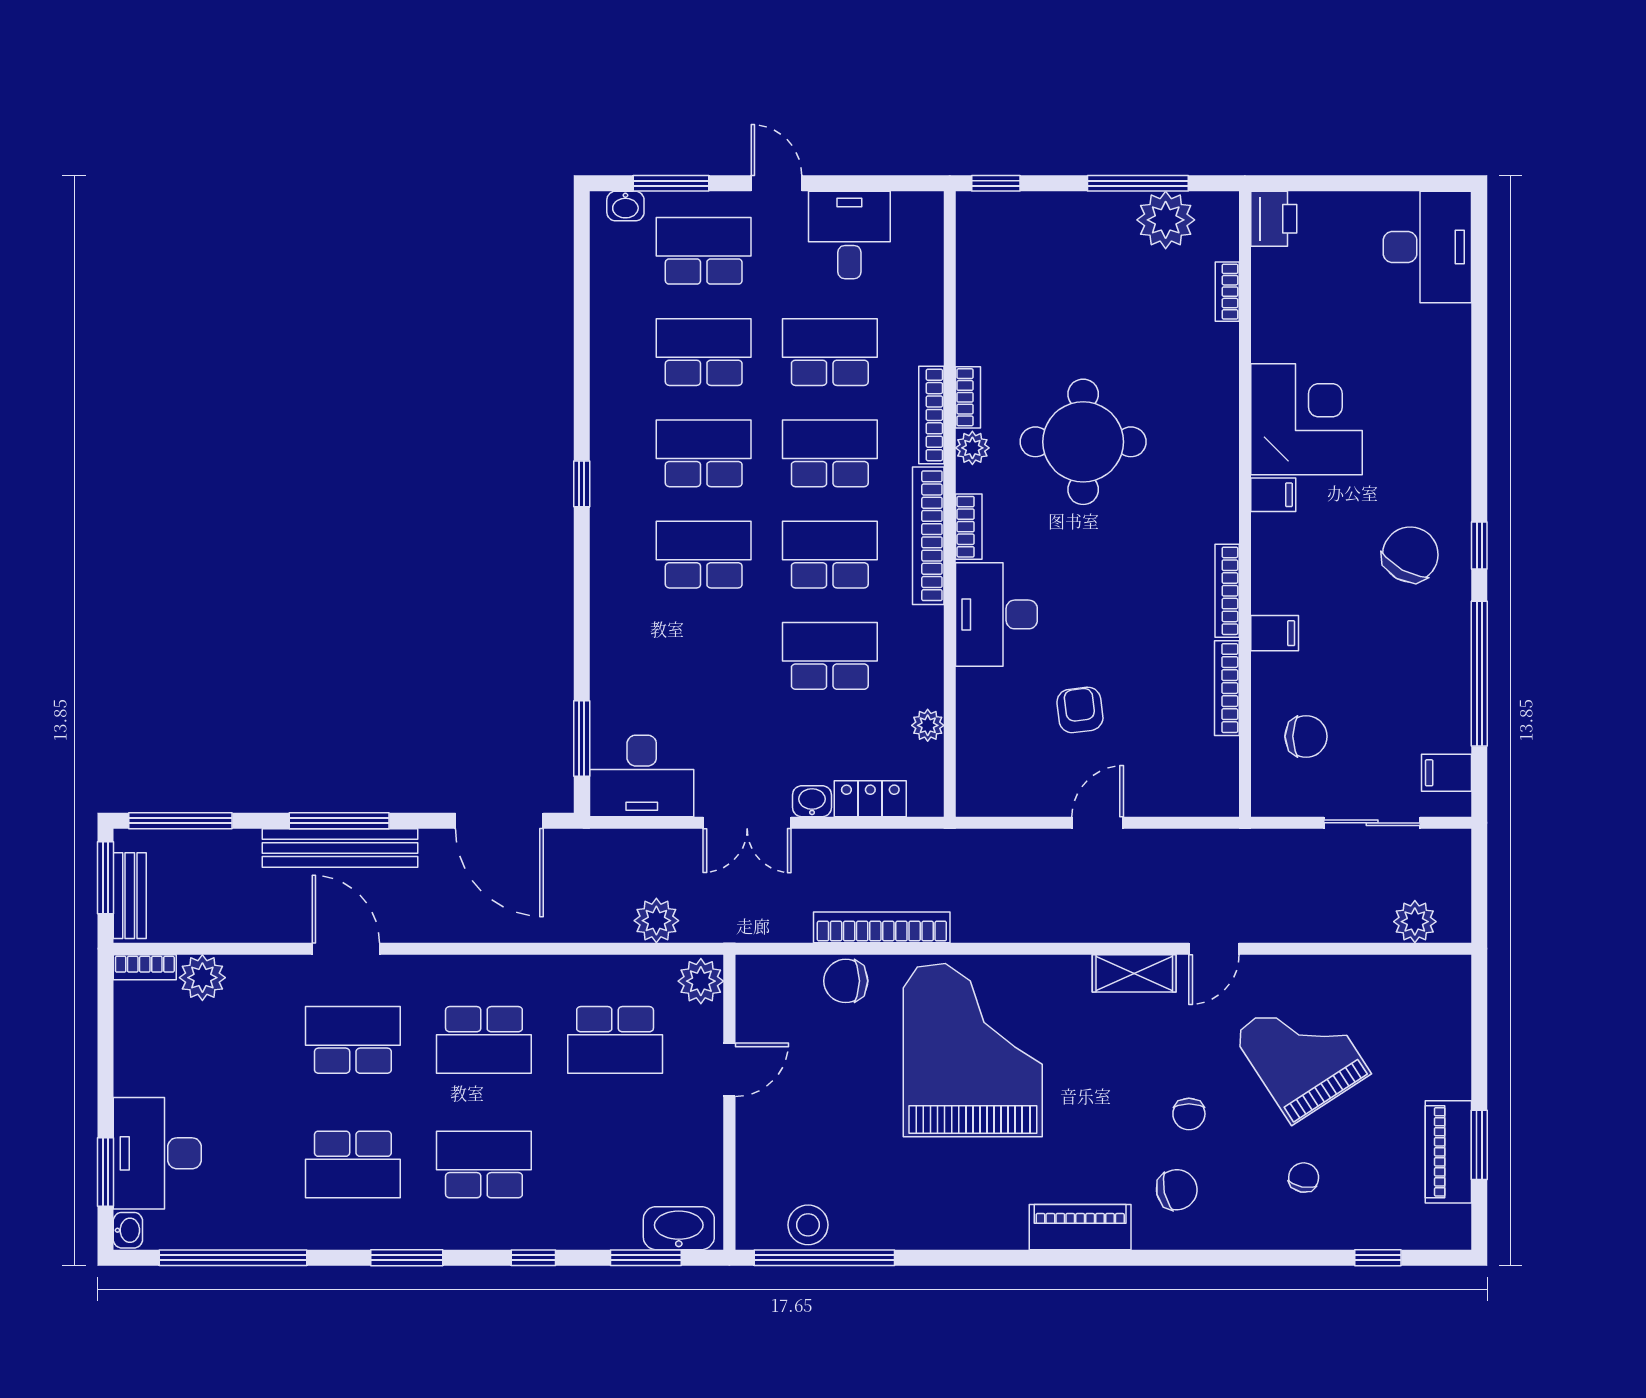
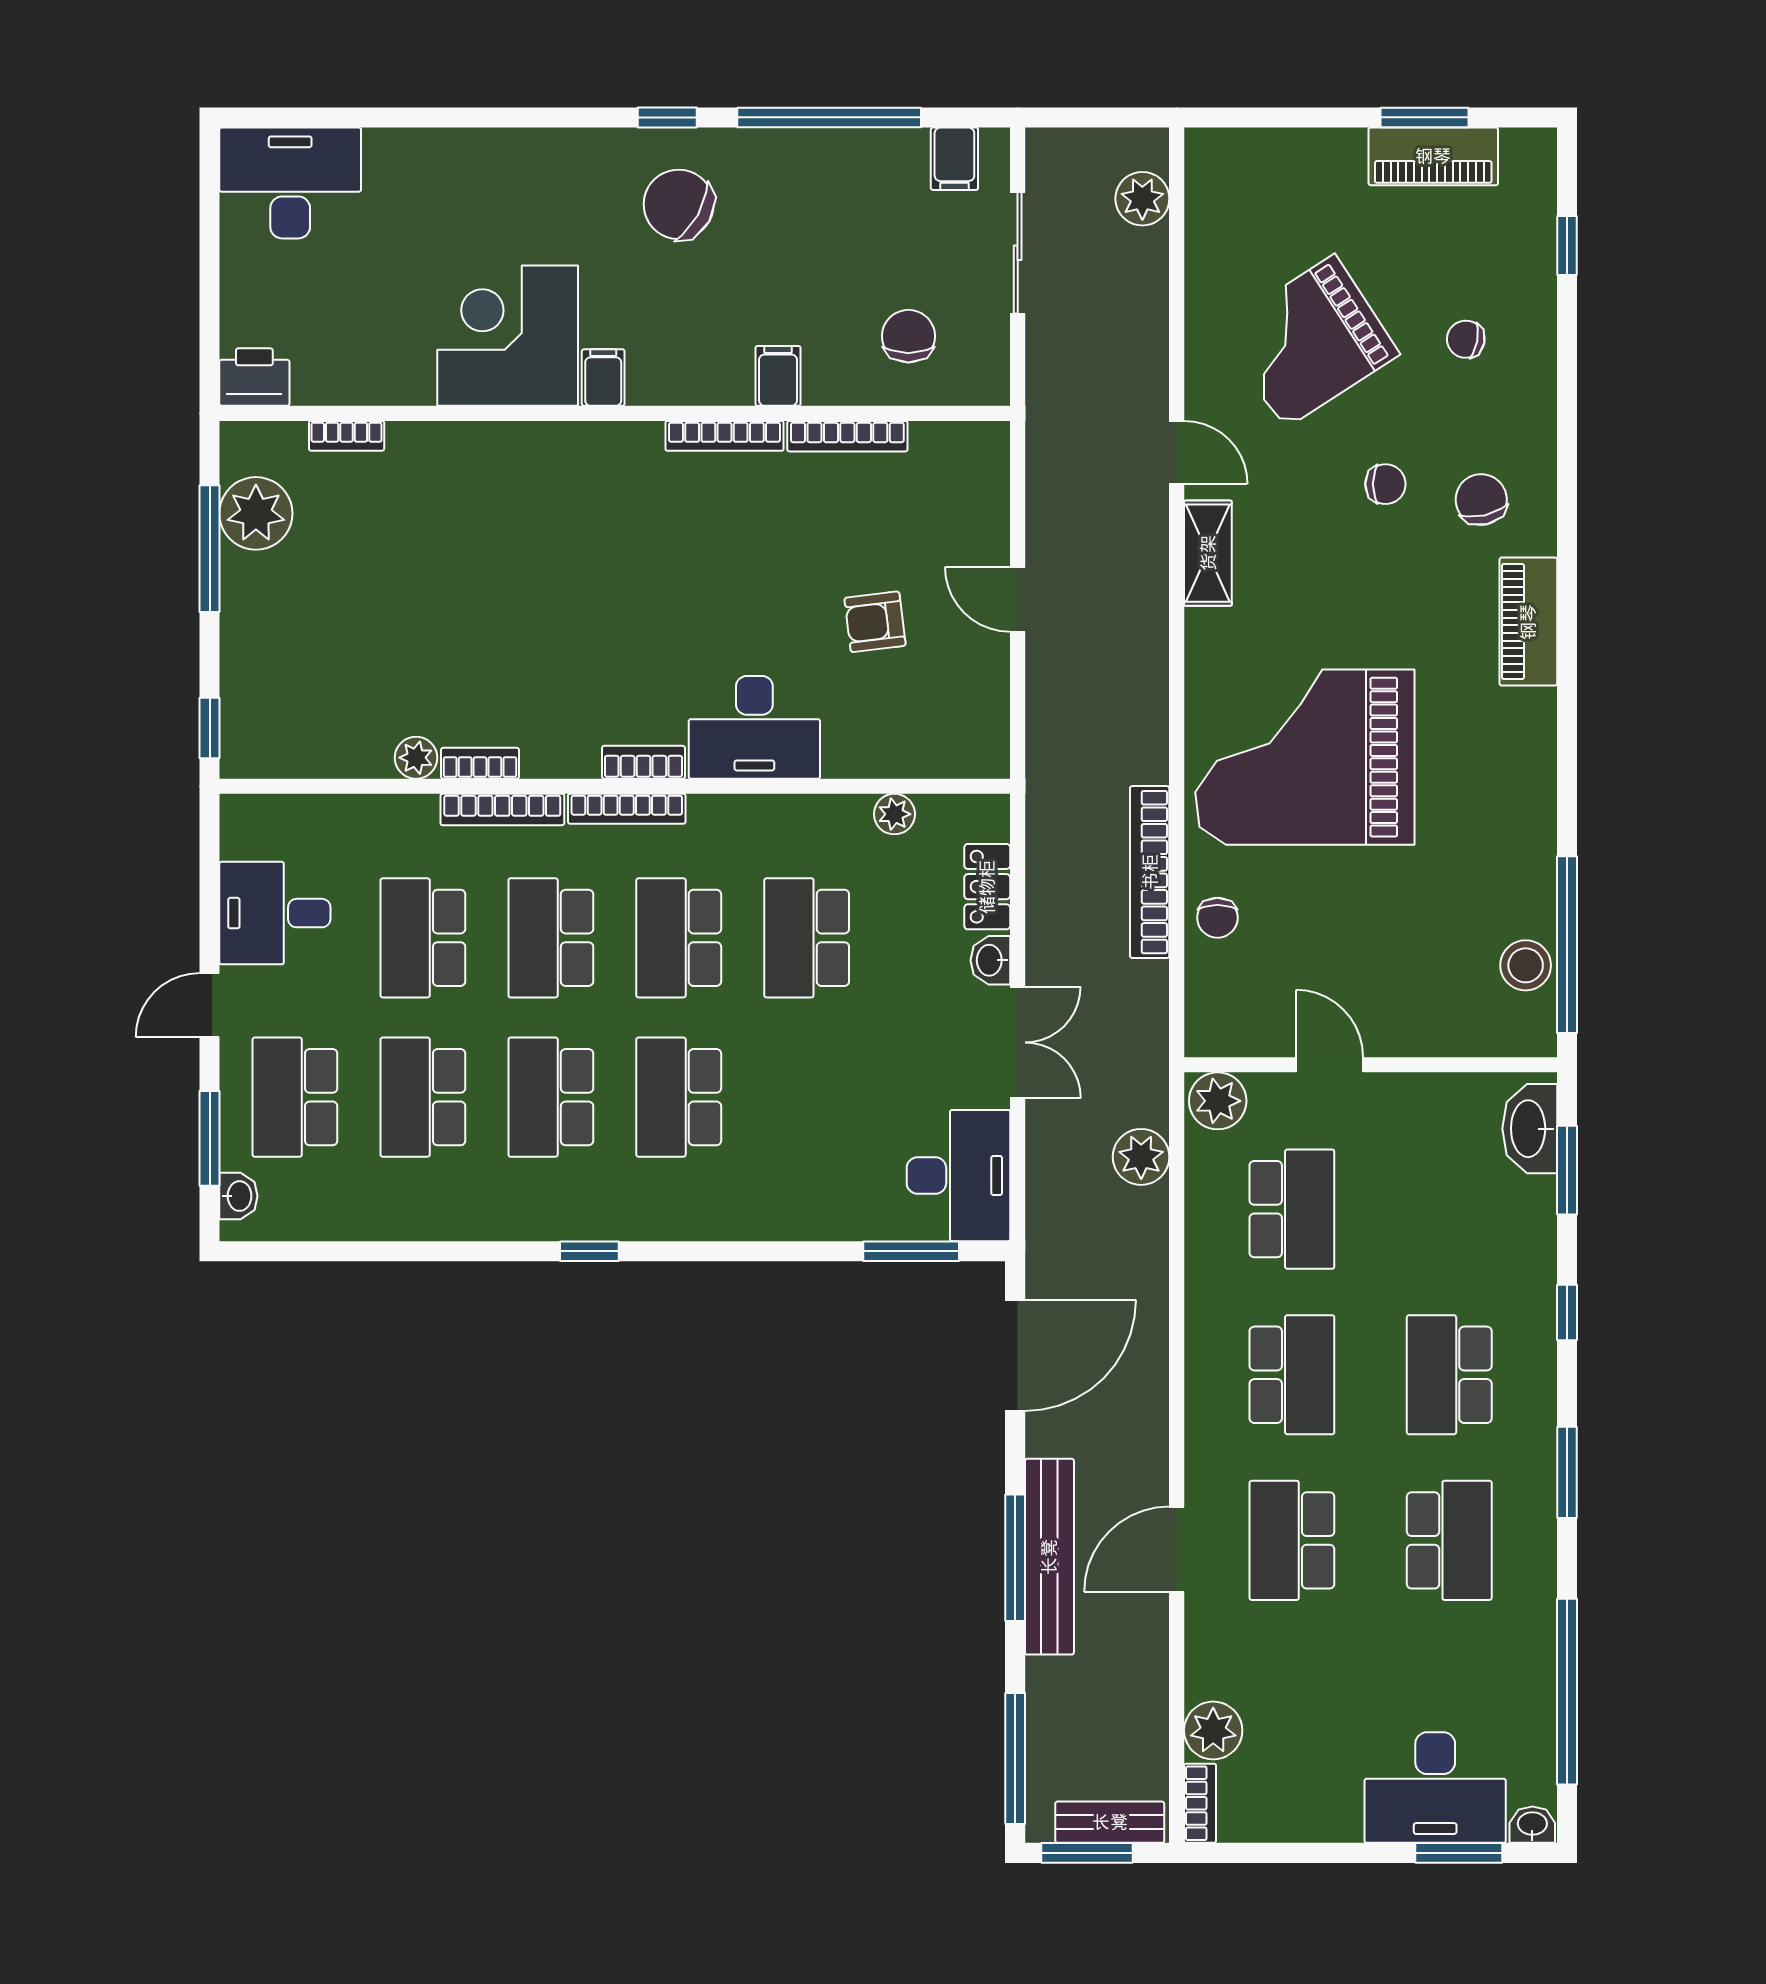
round table: (1083, 442) -> (536, 618), removed
plant: (972, 448) -> (416, 758), moved
bookcase: (928, 536) -> (627, 809), width x0.68, depth x0.76
chair: (846, 981) -> (1217, 918), width x0.73, depth x0.73

